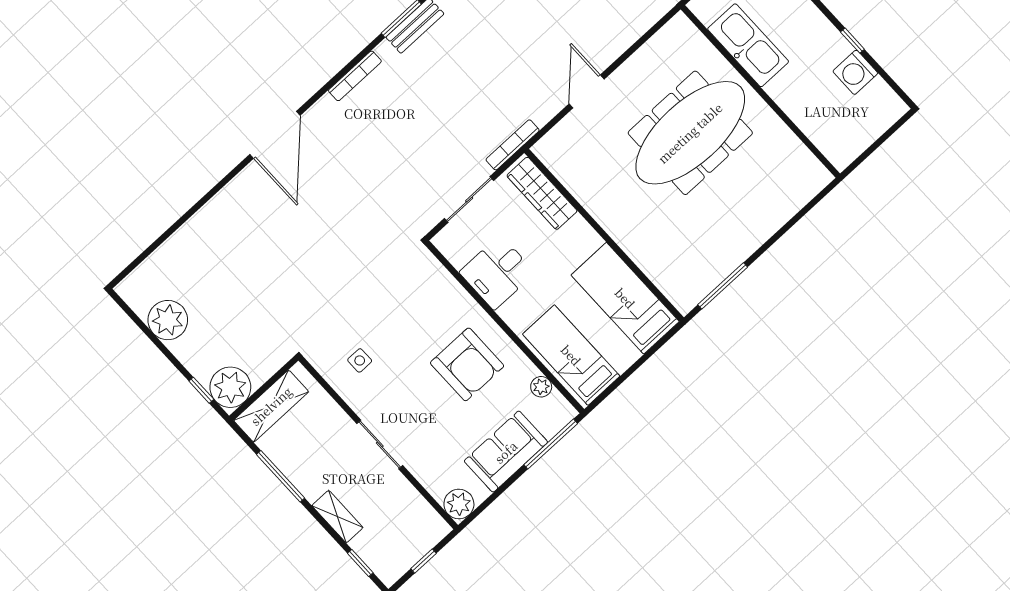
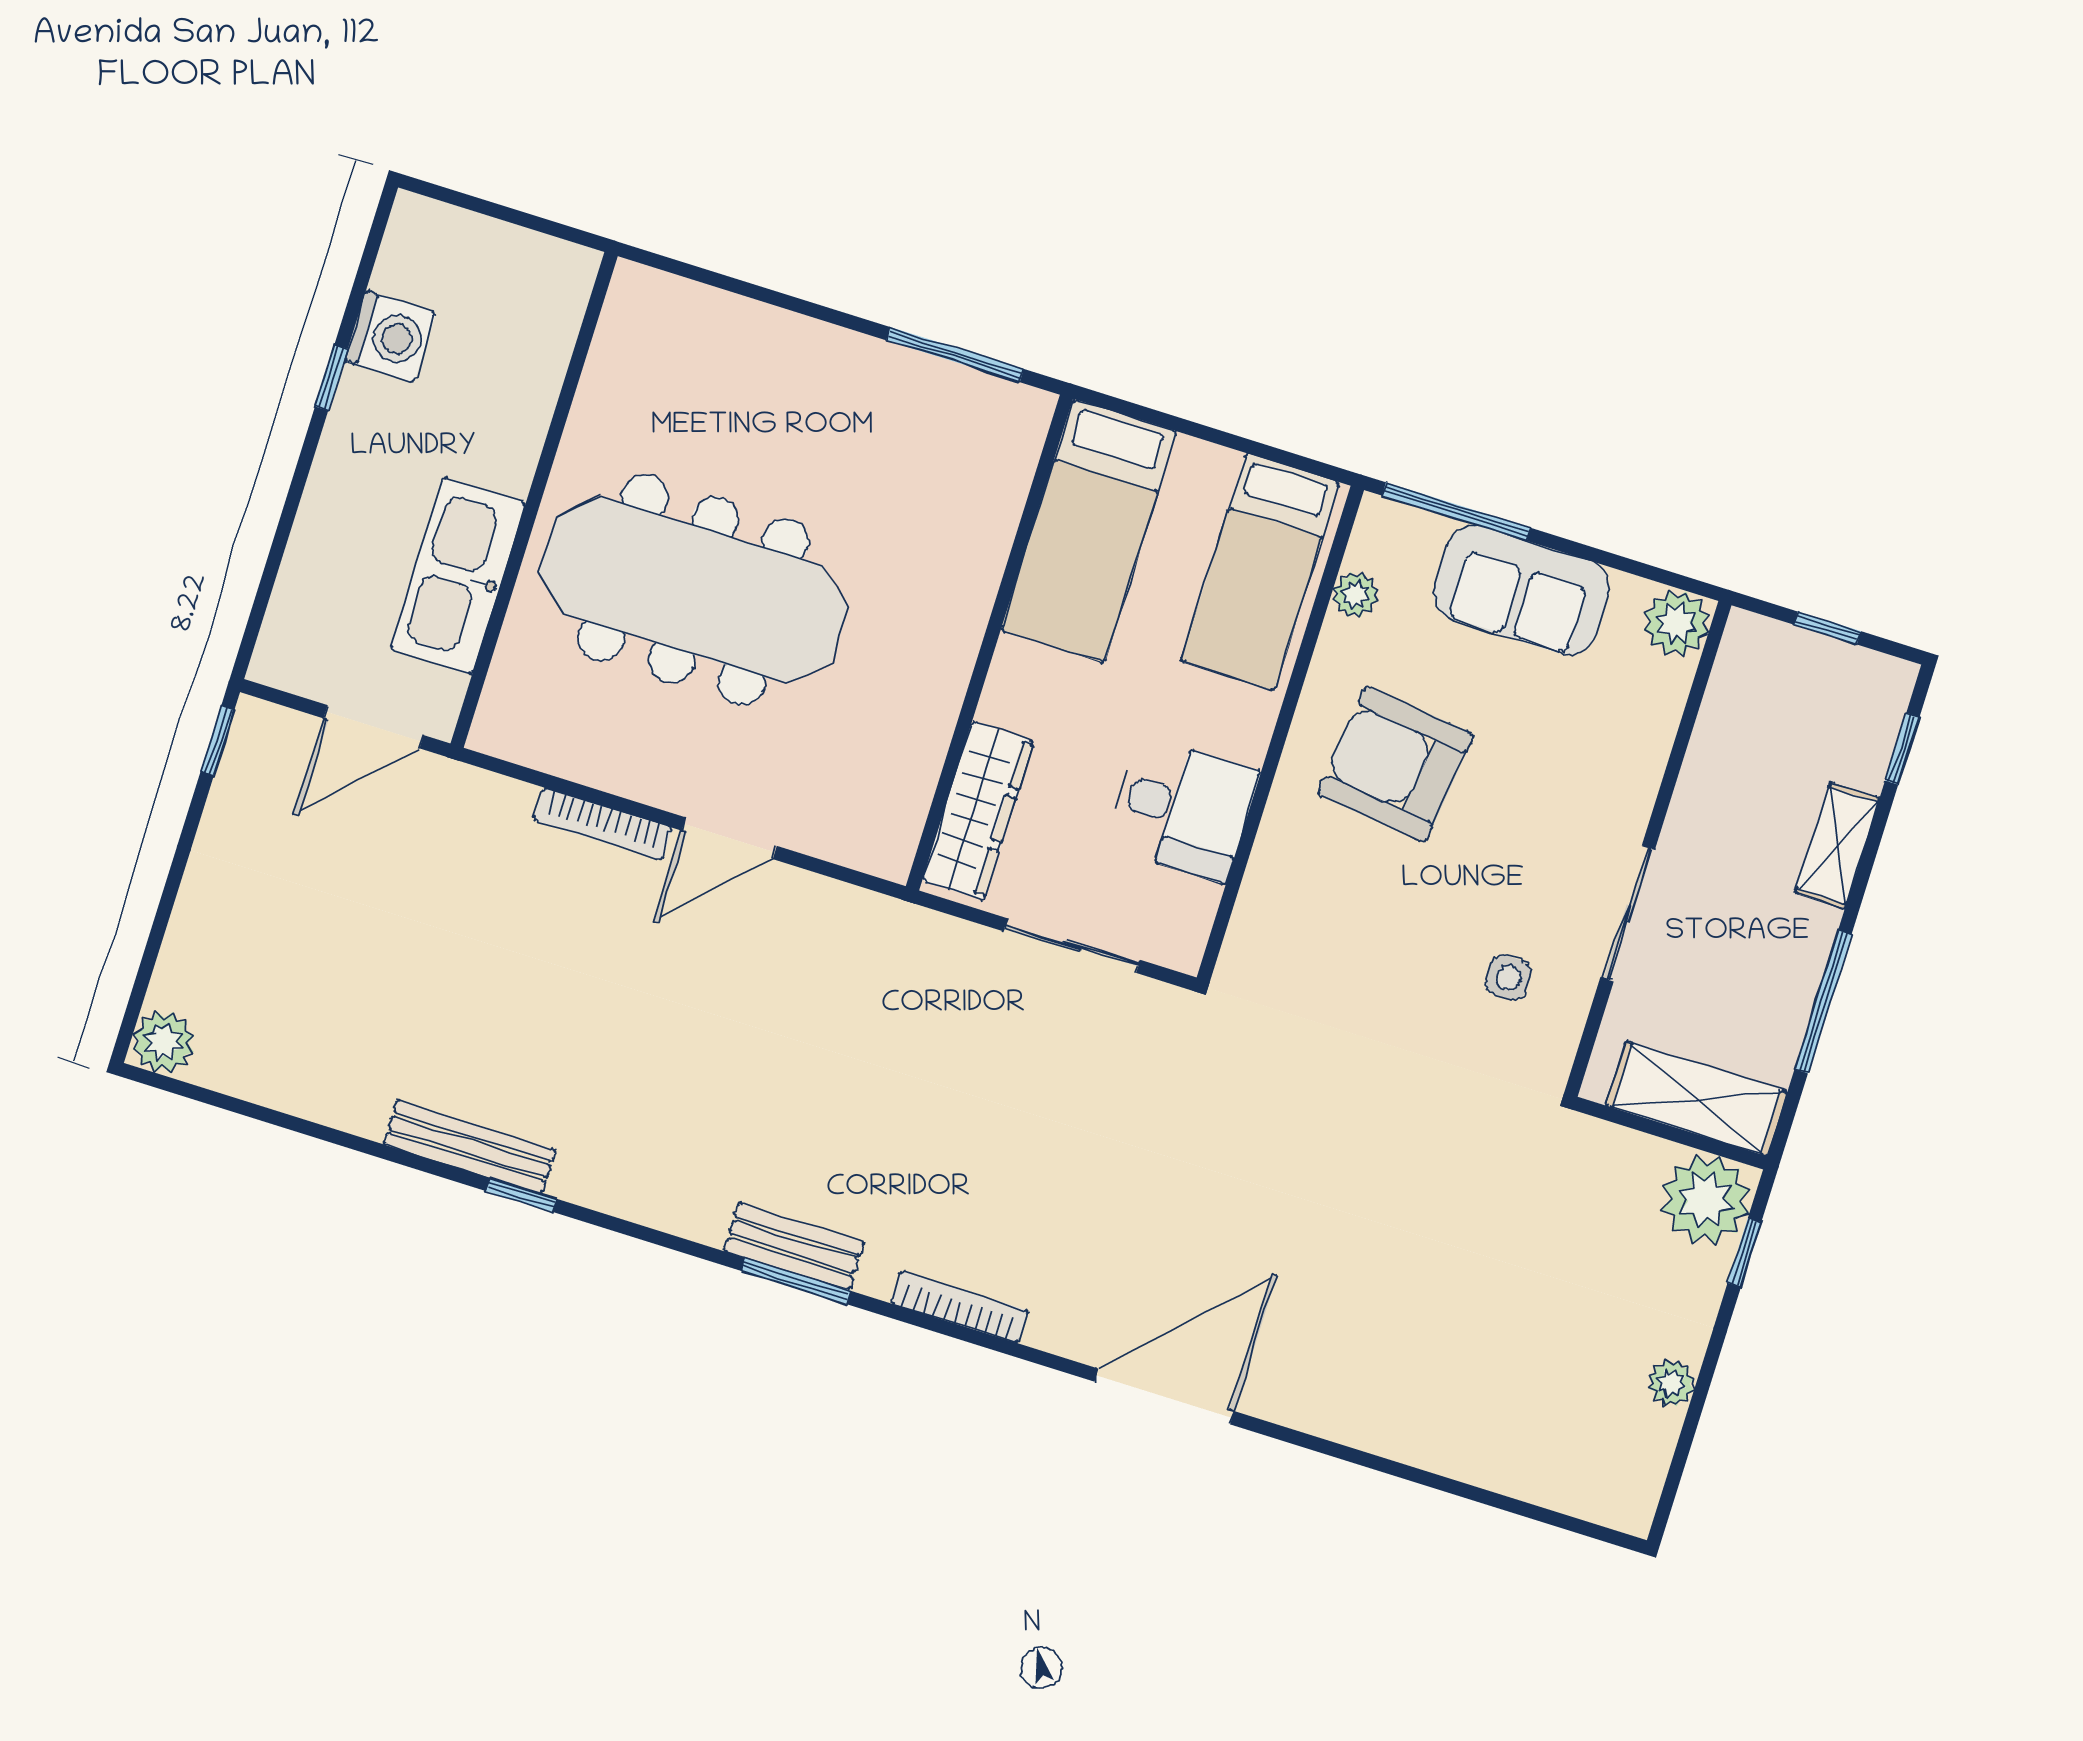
bookcase: (513, 145) -> (603, 824), moved
plant: (168, 320) -> (1671, 1383), width x0.53, depth x0.53
armchair: (467, 364) -> (1395, 764), turned -83
sliding door: (380, 445) -> (1628, 913), moved

